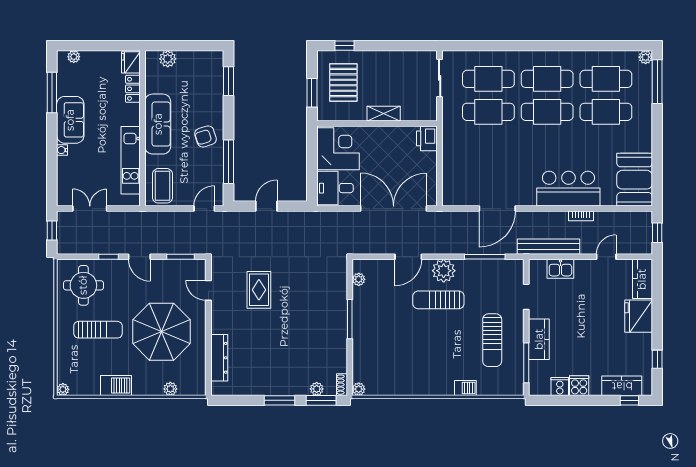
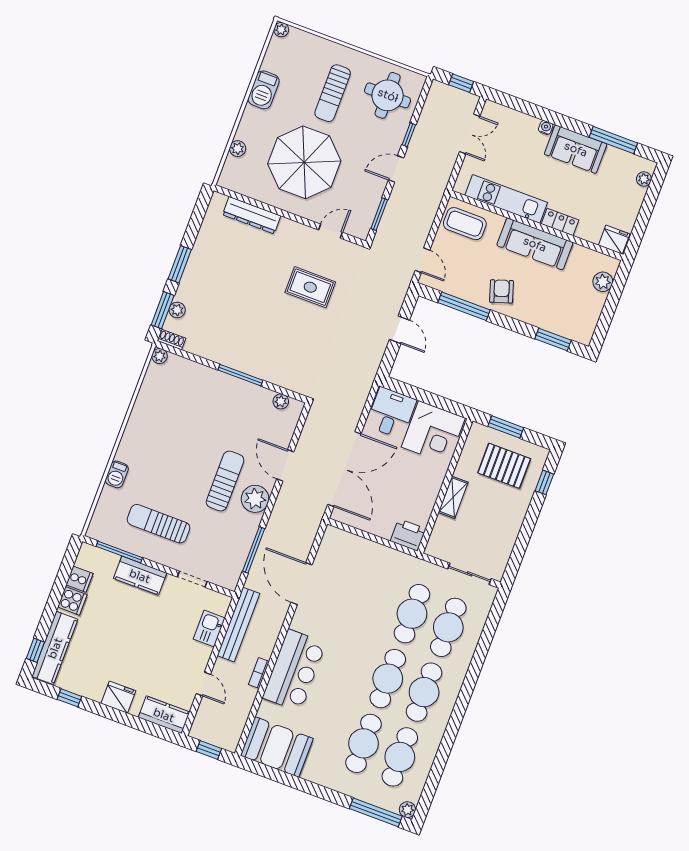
locker: (133, 89) -> (560, 222), moved
fridge: (639, 316) -> (118, 697), width x0.73, depth x0.75
kitchen counter: (622, 386) -> (55, 648), width x1.50

